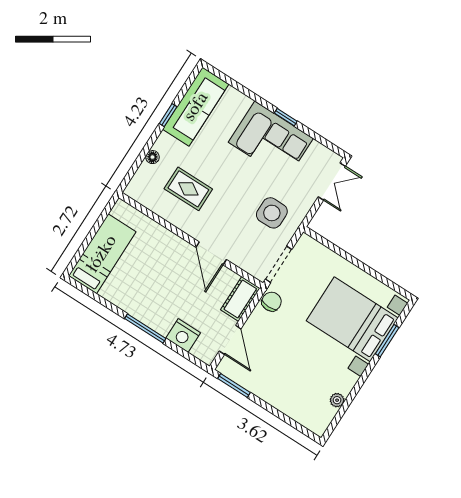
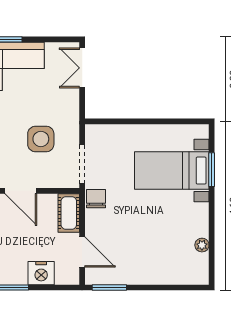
double door: (332, 182) -> (82, 68), swing flipped
side table: (272, 213) -> (41, 139), moved
bed with nightstands: (352, 319) -> (172, 171), width x0.73

